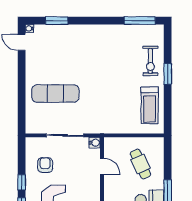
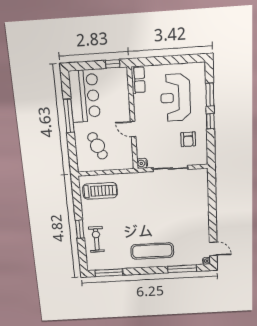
window: (57, 21) -> (182, 269), width x1.44
exercise mat: (55, 94) -> (152, 251), moved
treadmill: (150, 105) -> (100, 191), moved, turned 90
door: (102, 166) -> (133, 129), moved

